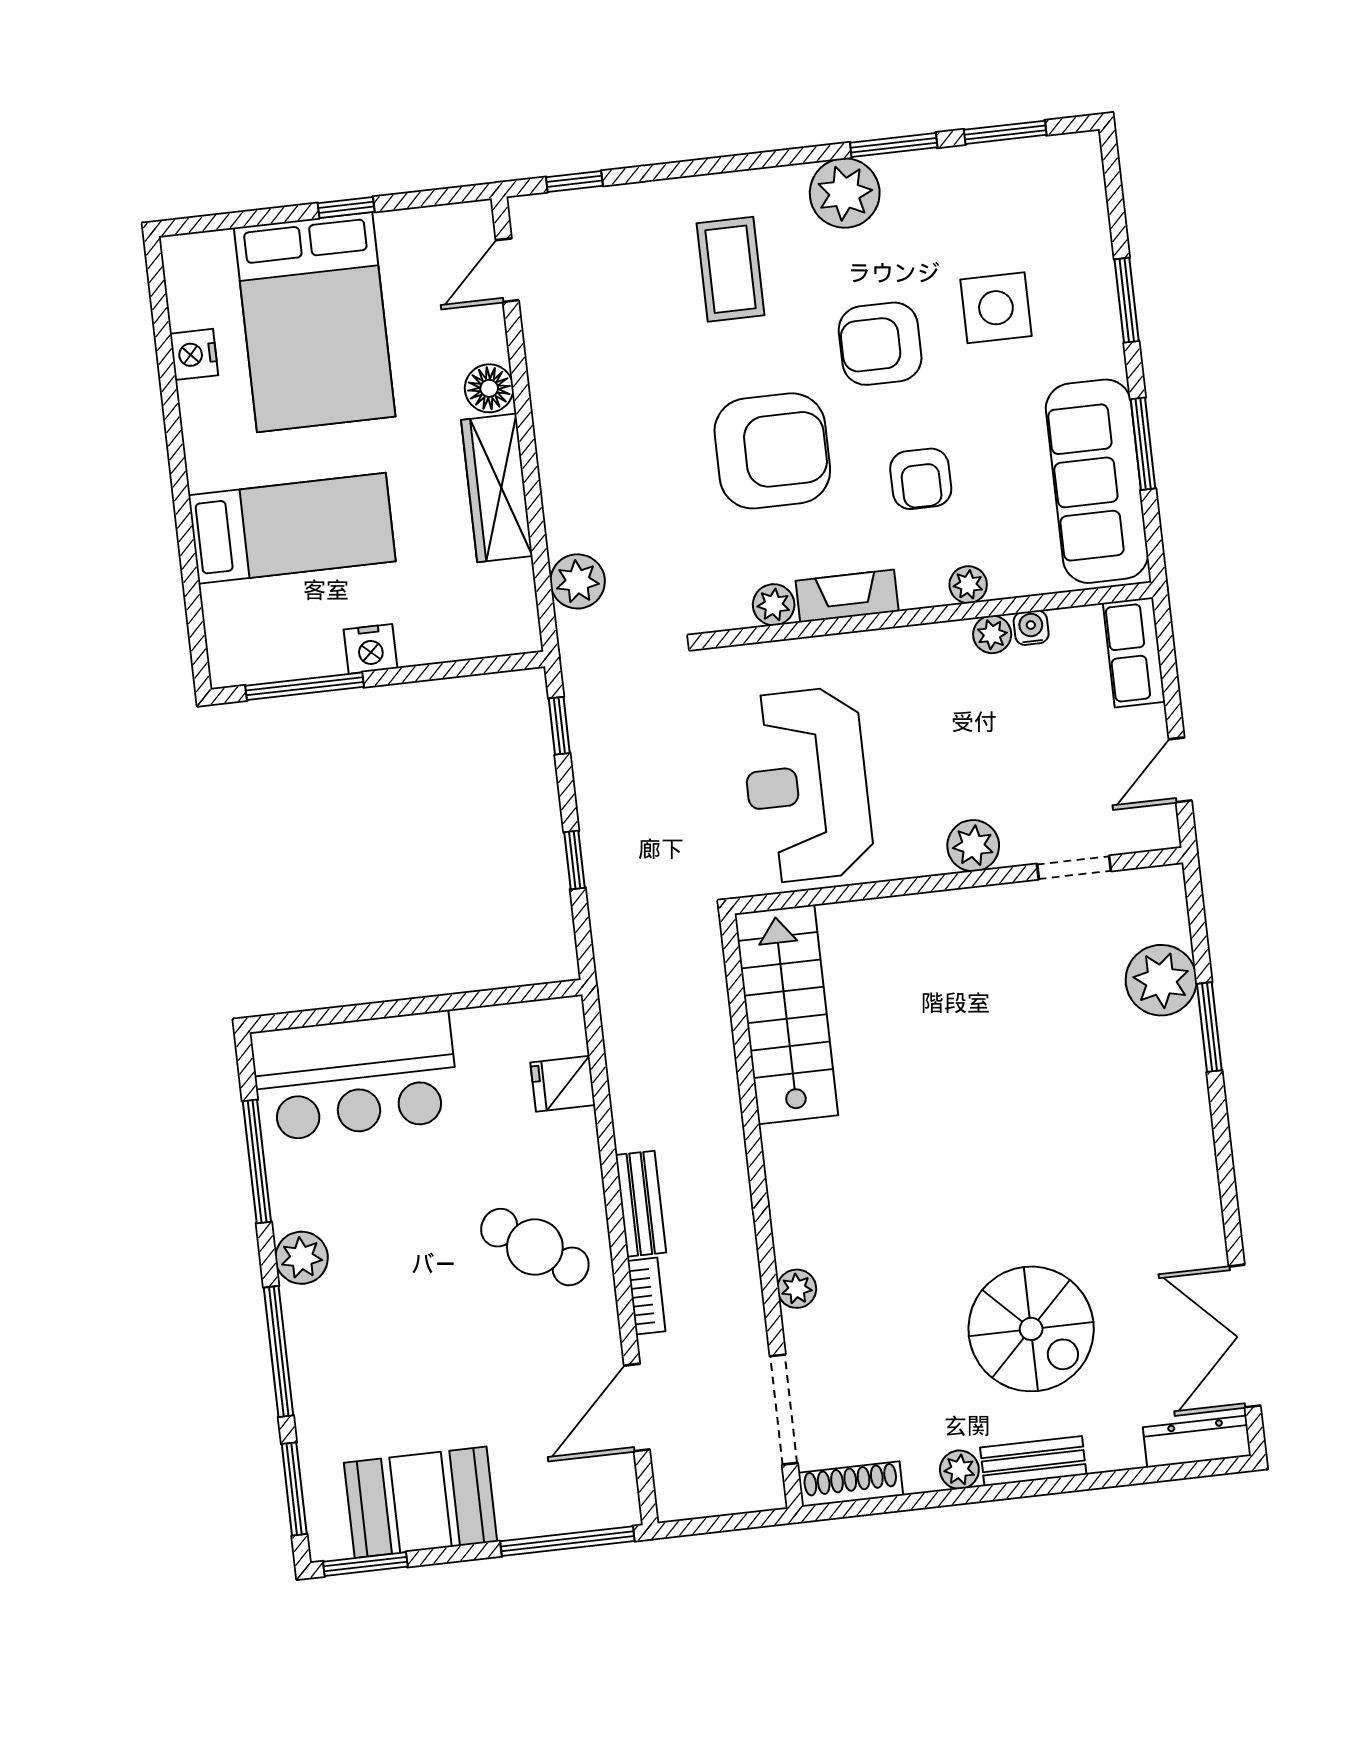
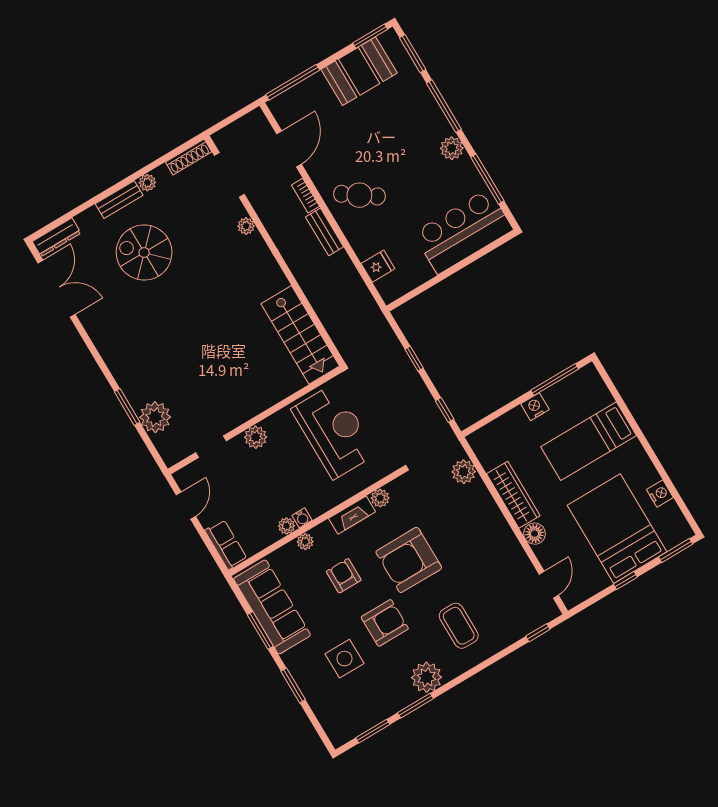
window: (215, 222) -> (676, 551), added
water cooler: (1031, 628) -> (302, 518), moved

